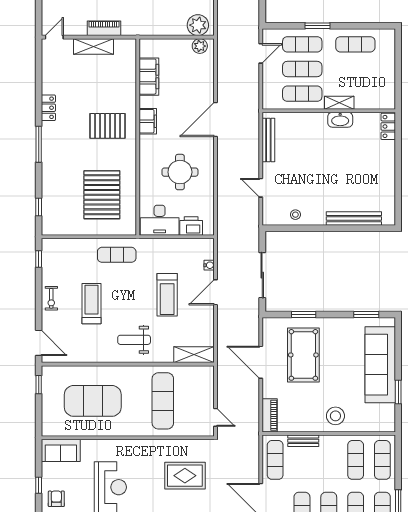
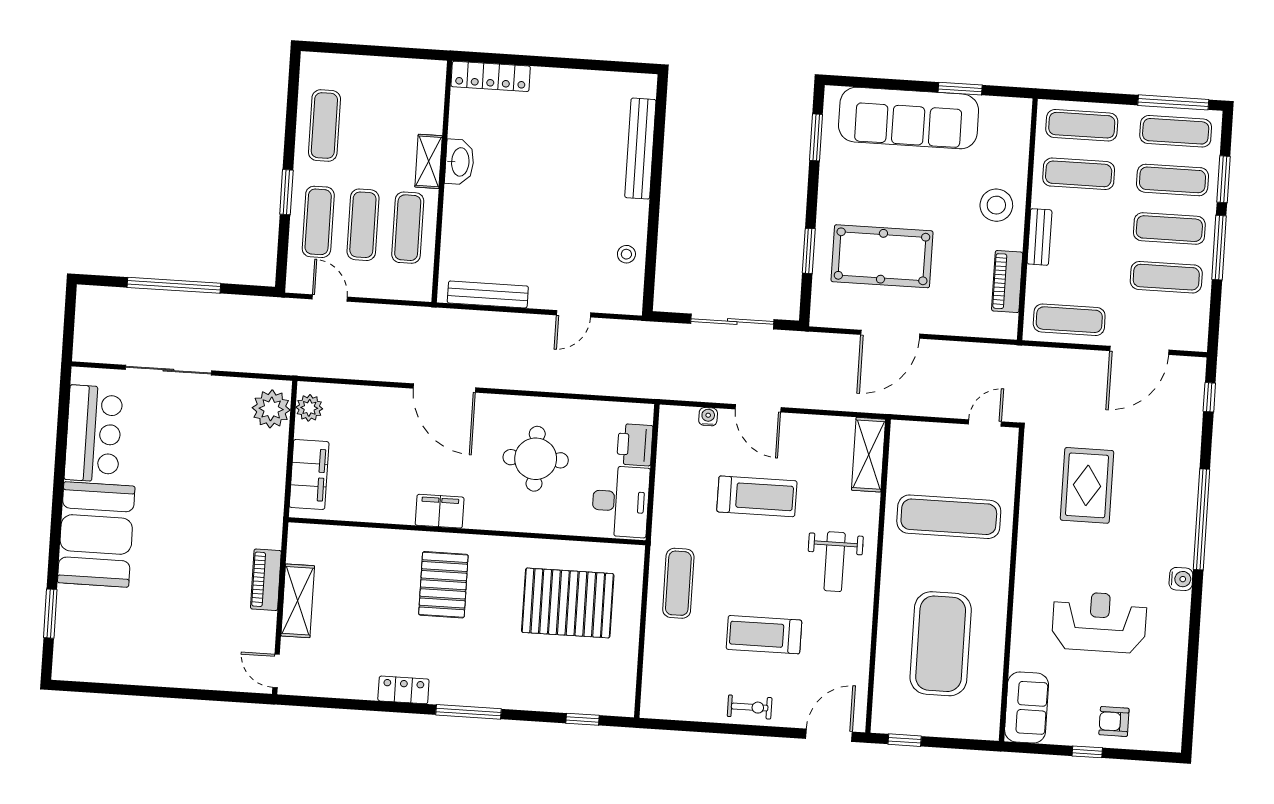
filing cabinet: (149, 77) -> (309, 474), moved, turned 90
locker: (388, 126) -> (491, 76), width x1.53
window: (39, 259) -> (677, 725), removed
piano: (270, 415) -> (1007, 282), moved, turned -90
bench: (303, 441) -> (1039, 237), moved

